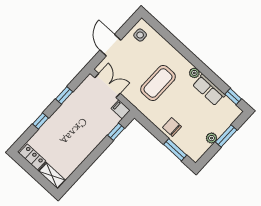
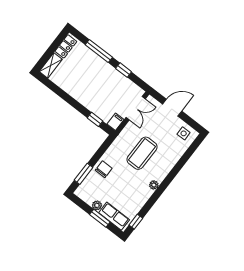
coffee table: (158, 83) -> (142, 153), turned 90
row of seats: (209, 90) -> (114, 216), moved, turned 90
window: (41, 121) -> (99, 51), width x2.17

